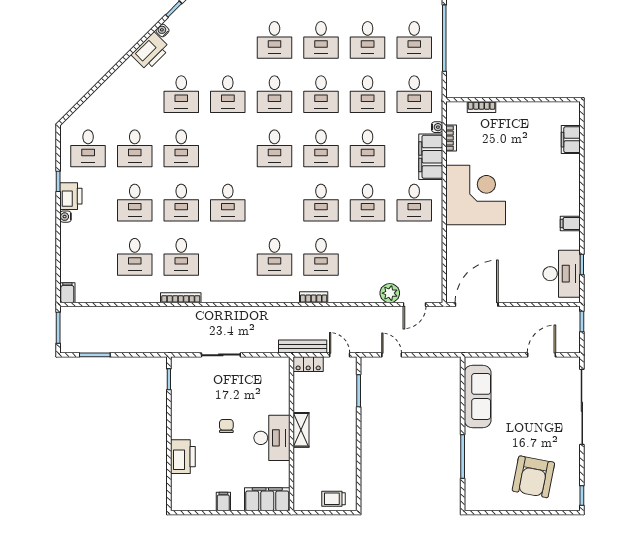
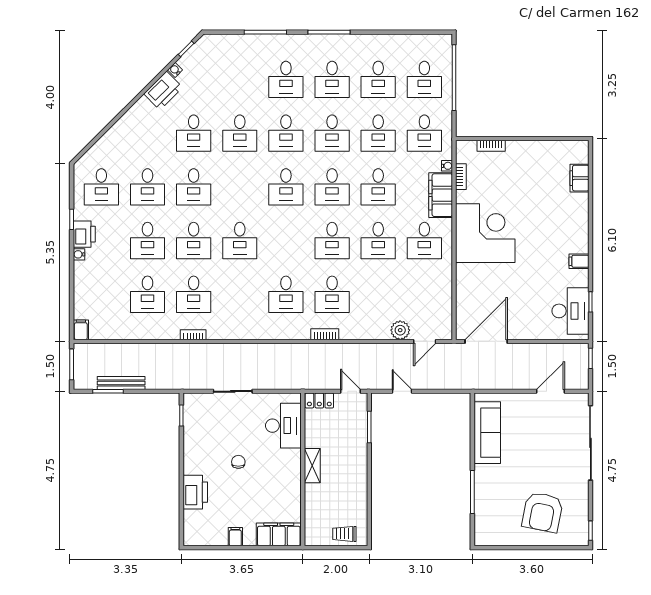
bookcase: (181, 298) -> (193, 335), width x0.64
bench: (303, 346) -> (121, 383), moved
desk: (272, 438) -> (283, 426), moved

